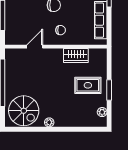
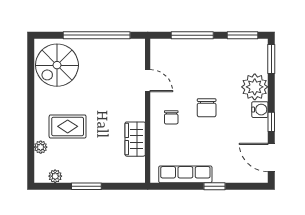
rug: (88, 85) -> (68, 126), moved, turned 90
plant: (49, 122) -> (41, 147), moved

